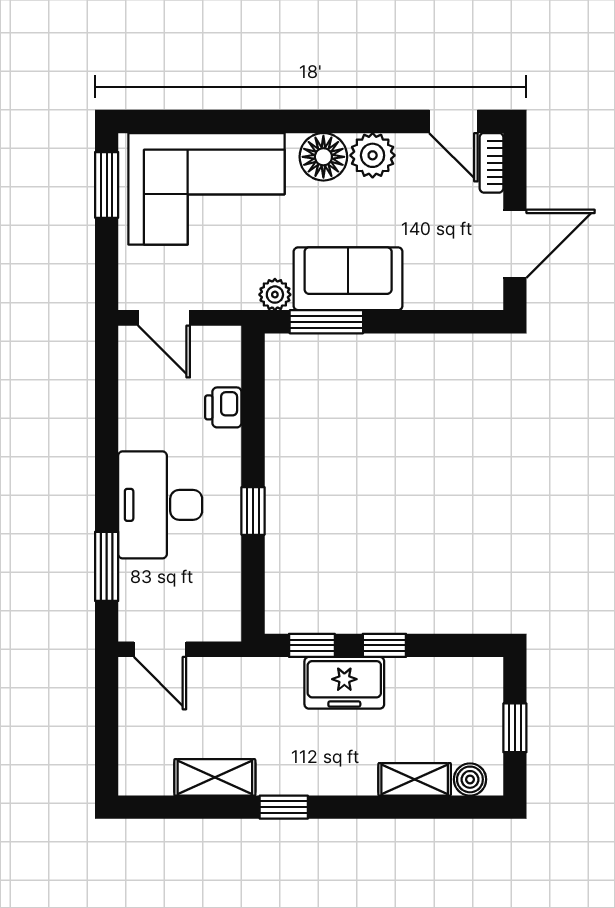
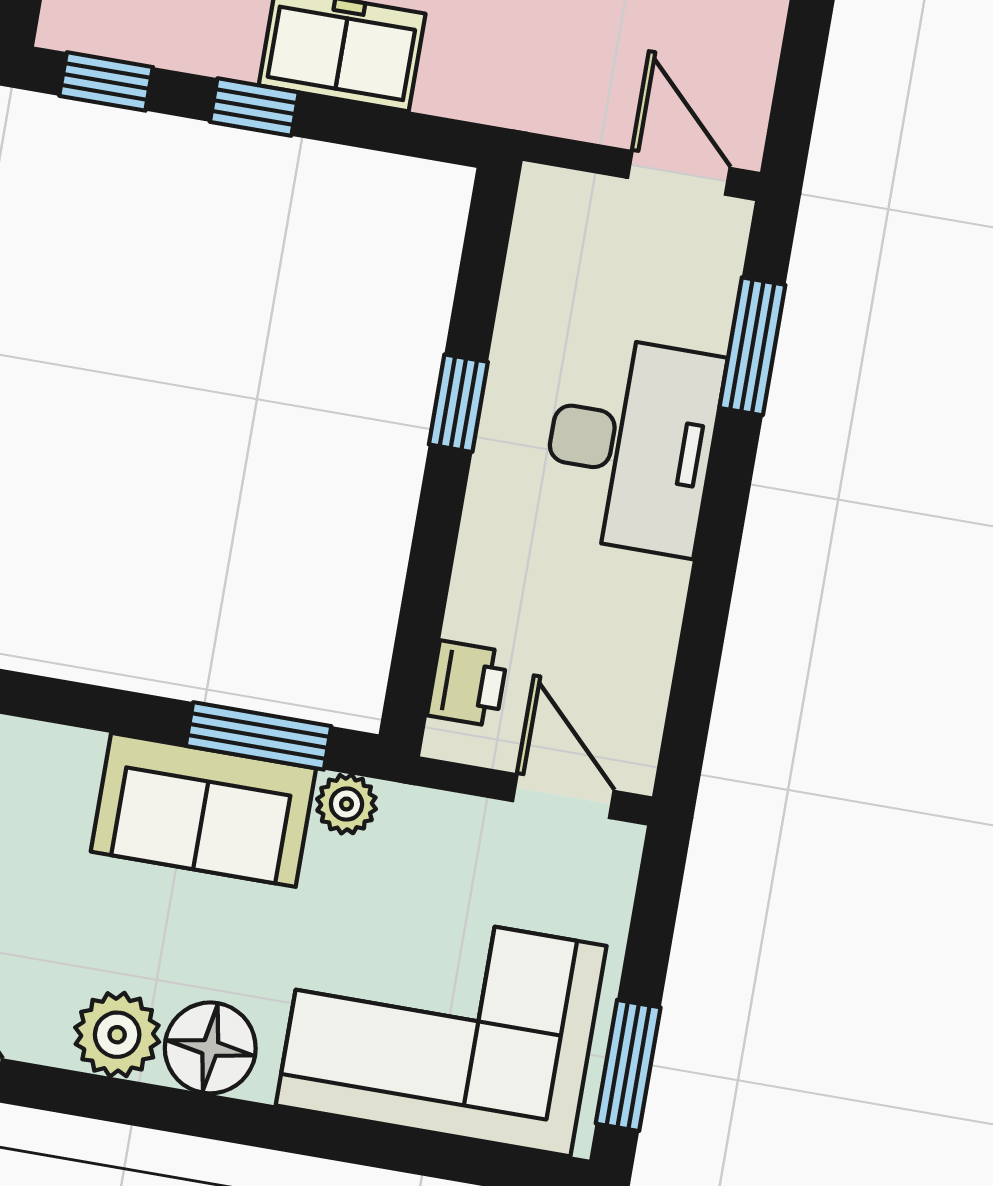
printer: (223, 407) -> (468, 684), moved
window: (312, 645) -> (106, 81), moved

